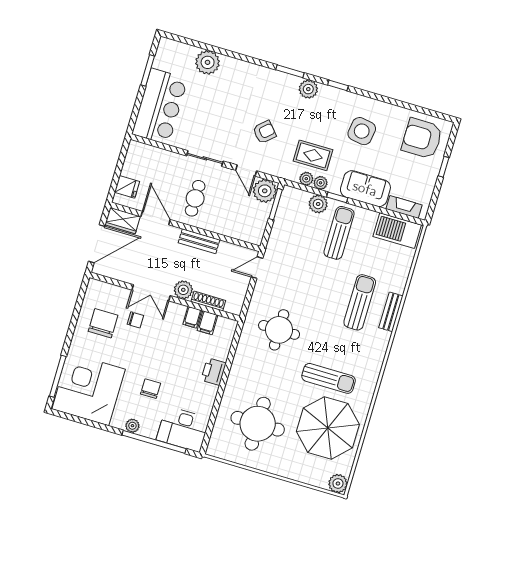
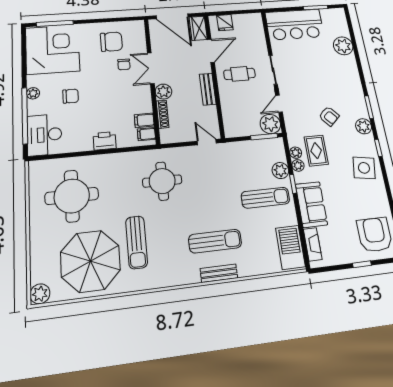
side table: (362, 131) -> (364, 168), moved
armchair: (264, 132) -> (329, 116), moved
filing cabinet: (192, 317) -> (146, 134), moved

